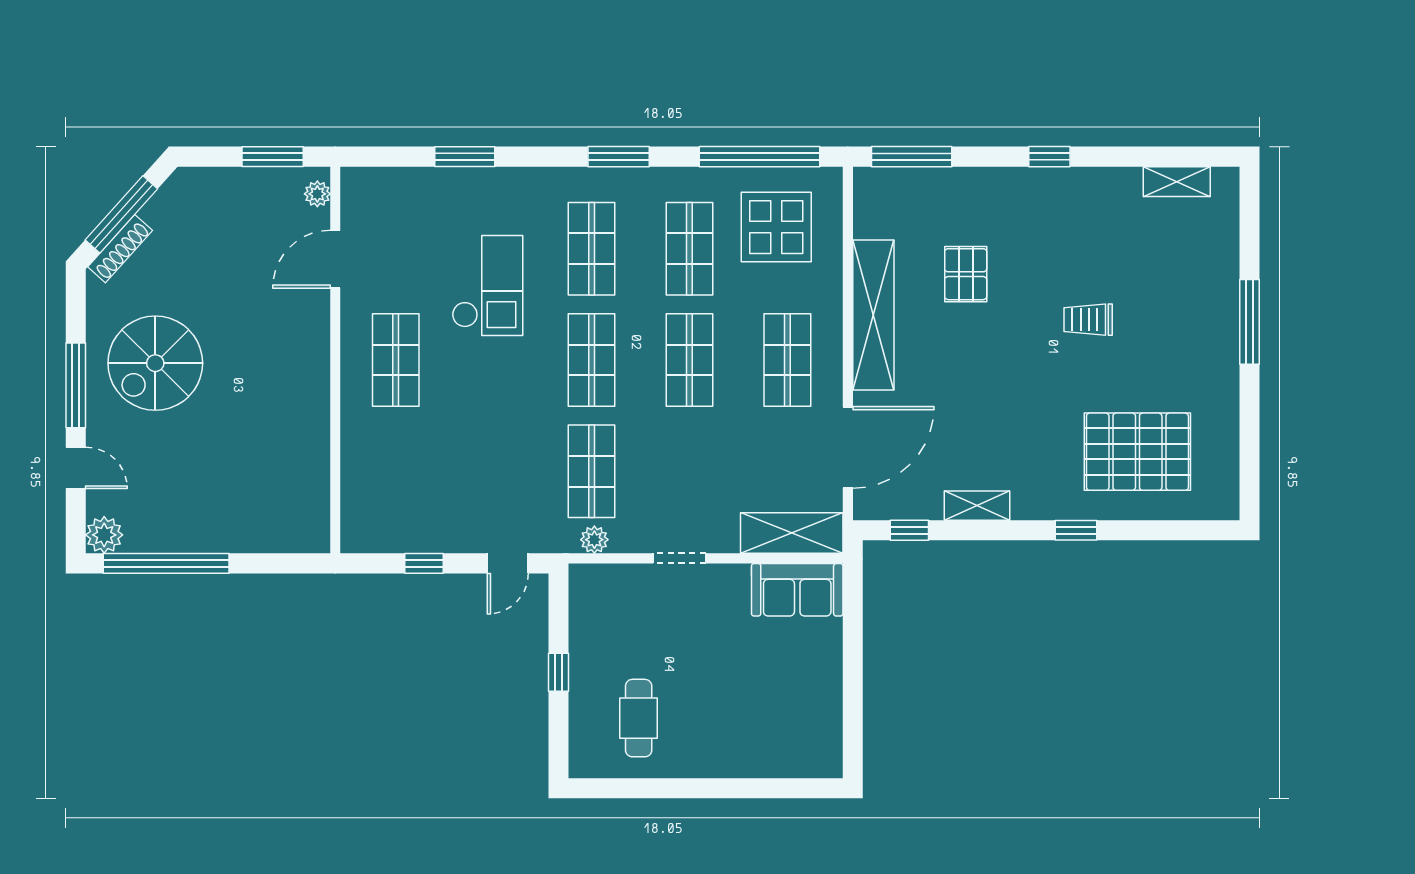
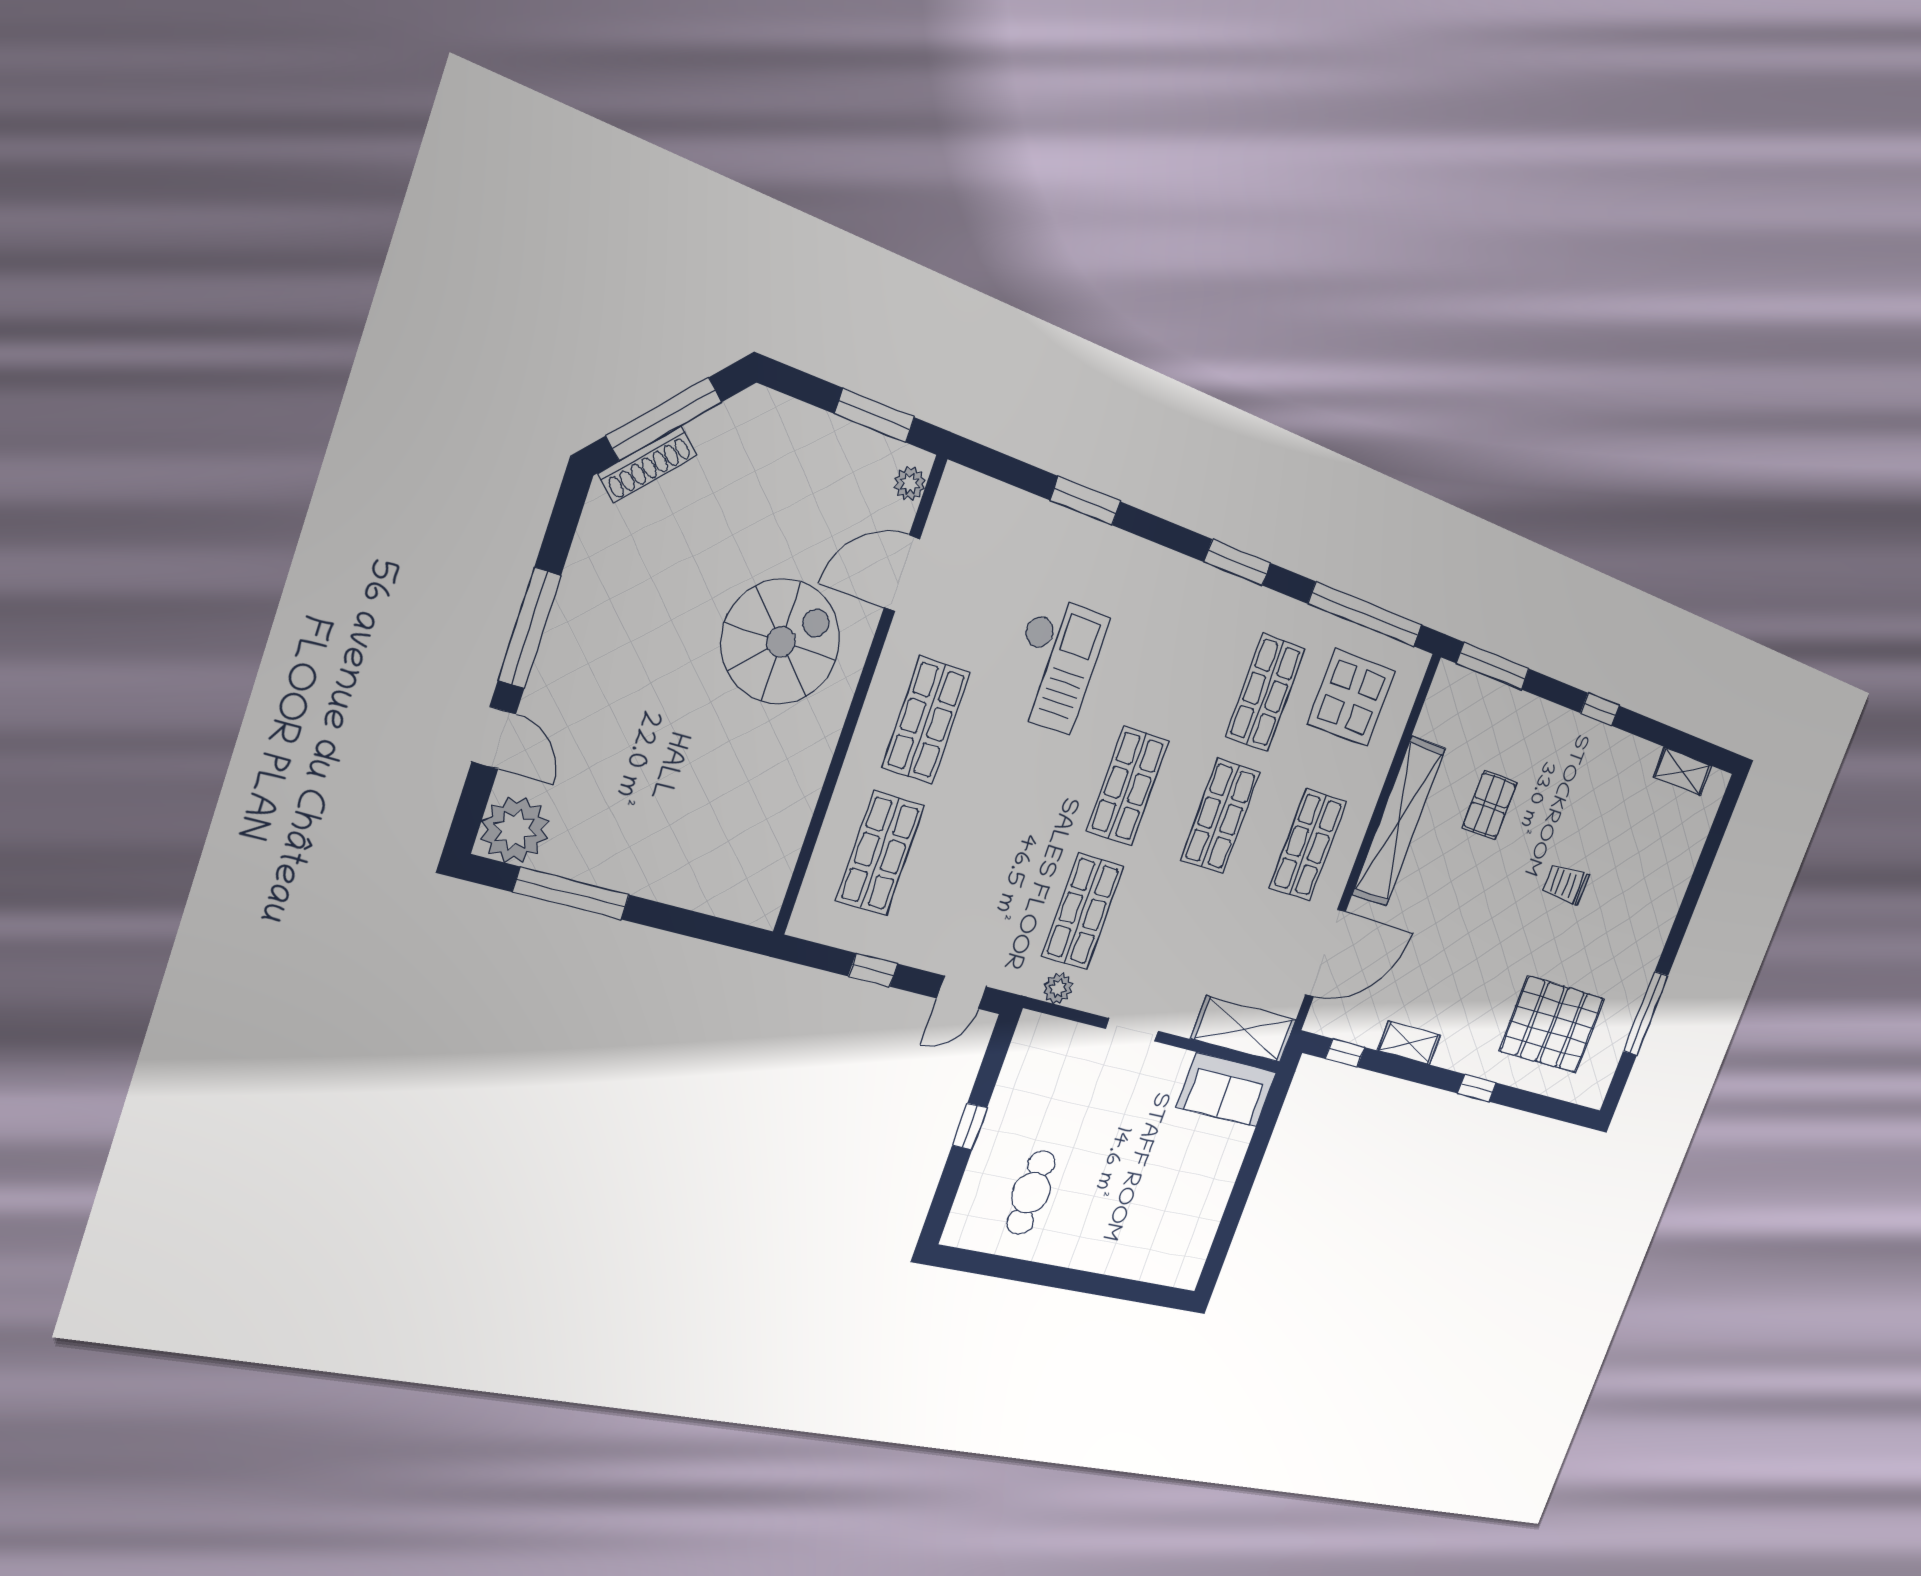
shop shelf: (592, 249) -> (880, 853), moved
window: (1250, 322) -> (1646, 1013), moved
spiral stairs: (155, 363) -> (781, 642), moved, turned 180
plant: (104, 535) -> (515, 830), width x1.36, depth x1.36
window: (166, 563) -> (571, 893), width x0.68

